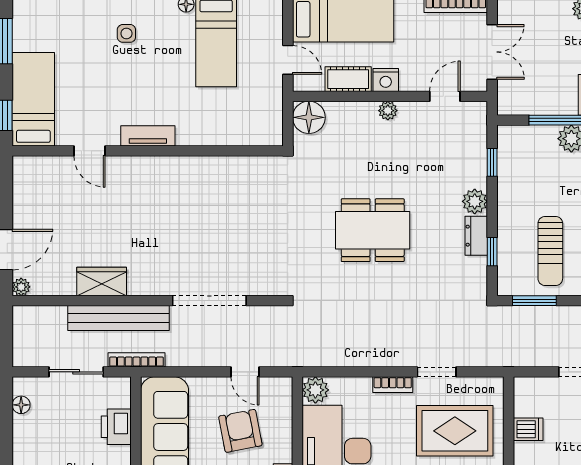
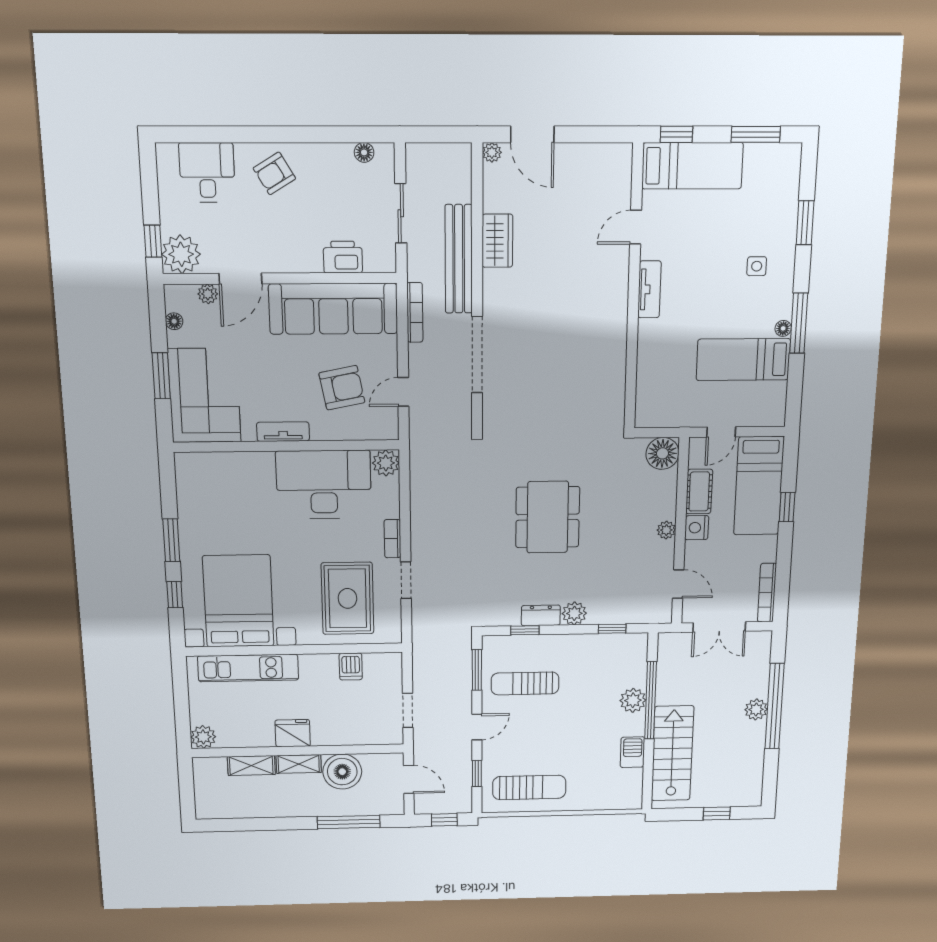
bookcase: (137, 360) -> (415, 312), moved

